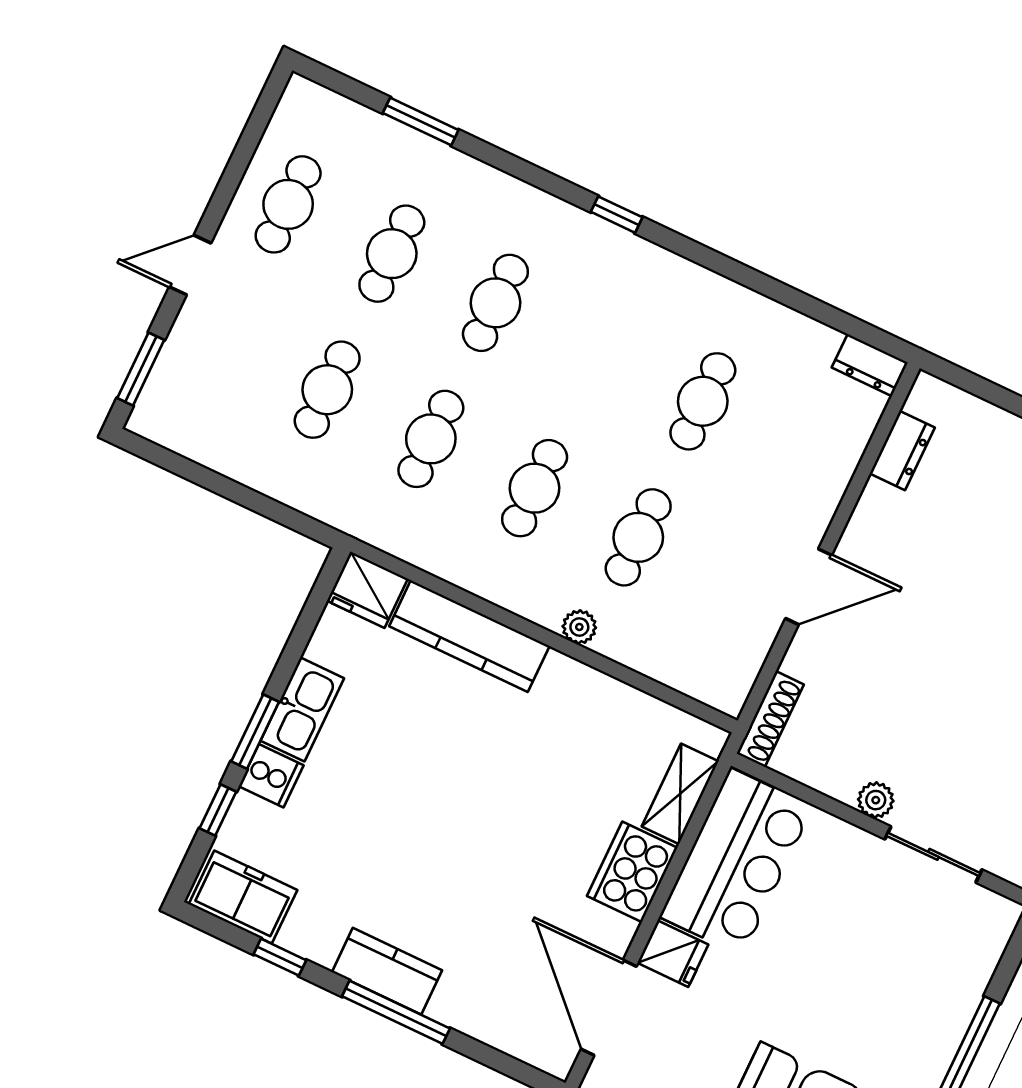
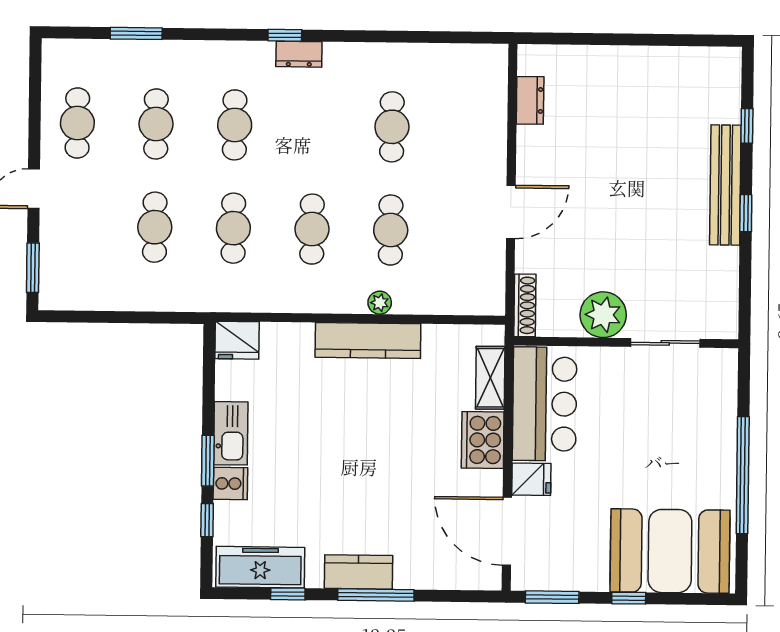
dresser: (870, 365) -> (299, 54), moved
kitchen counter: (469, 636) -> (368, 341), moved
plant: (876, 800) -> (603, 315), width x1.88, depth x1.88
freezer: (243, 897) -> (260, 567), width x1.40

